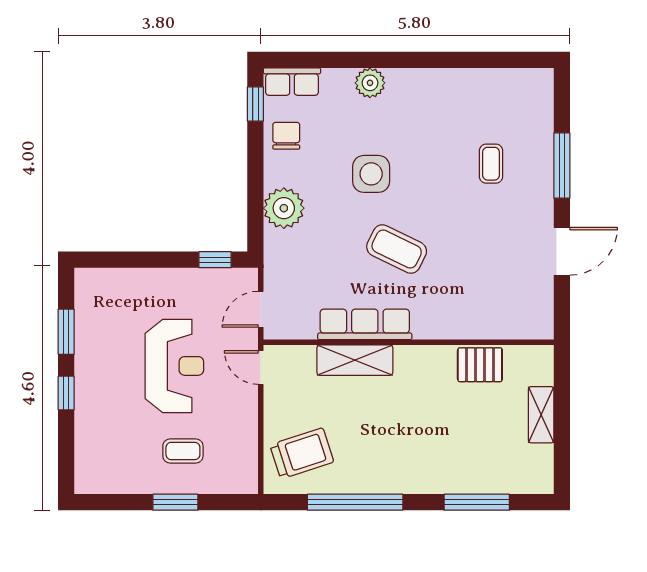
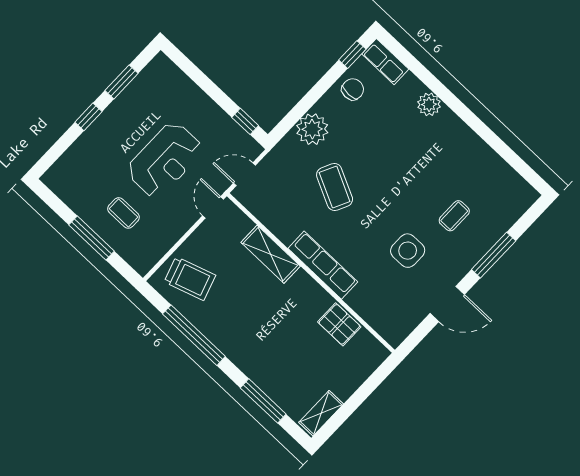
side table: (371, 174) -> (408, 251), moved
coffee table: (397, 249) -> (335, 187), moved
row of seats: (365, 324) -> (323, 265), moved
shelving: (541, 415) -> (321, 413), moved
window: (175, 502) -> (92, 238), width x1.44

